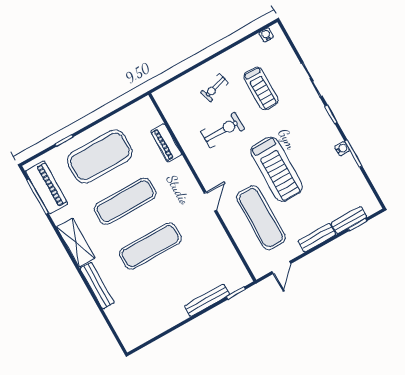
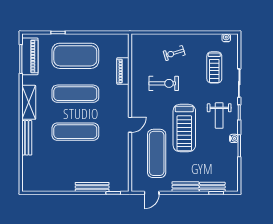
treadmill: (261, 88) -> (214, 67), moved
weight bench: (309, 131) -> (219, 115), added

